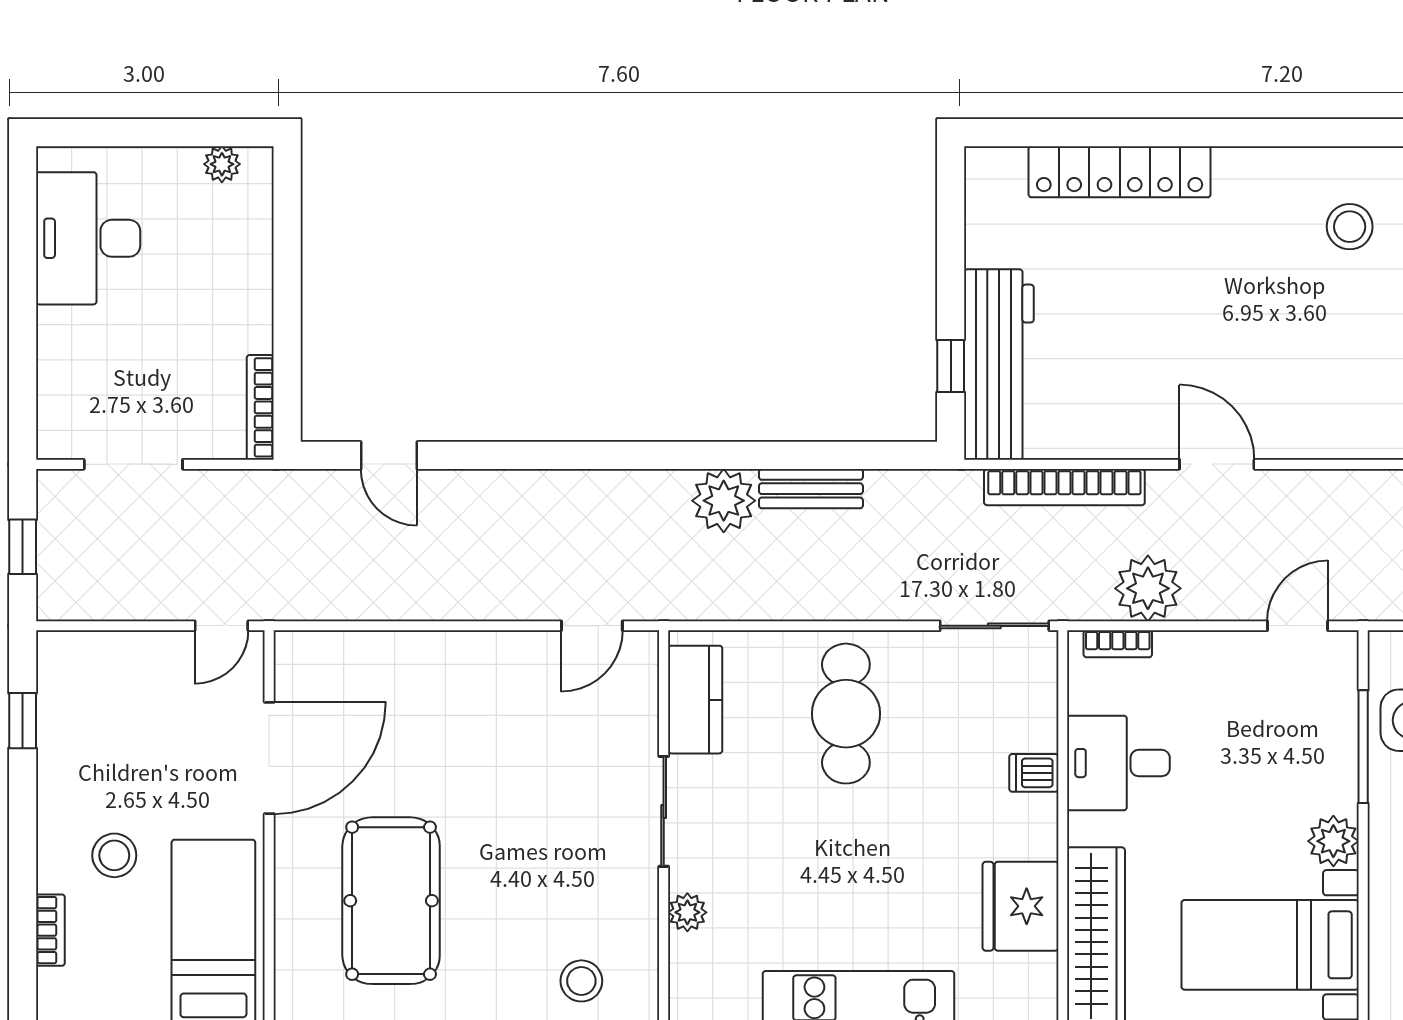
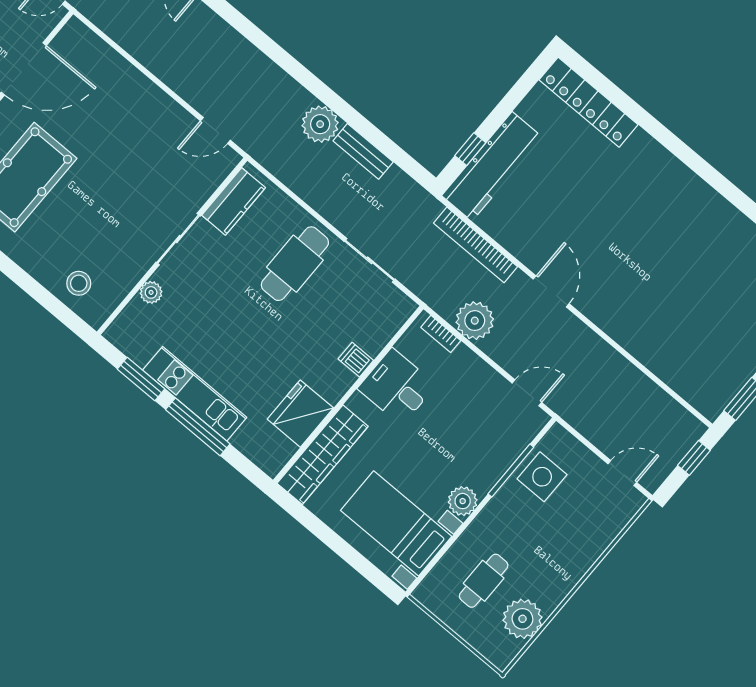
locker: (1120, 172) -> (589, 102), moved
stool: (1350, 227) -> (698, 236), removed
sliding door: (994, 626) -> (370, 260), moved

